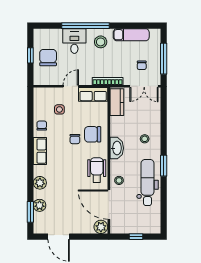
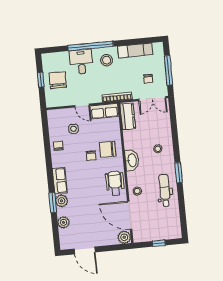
door: (71, 86) -> (82, 105), swing flipped
row of seats: (40, 151) -> (60, 181), moved
dental chair: (148, 183) -> (165, 190), width x0.73, depth x0.72
window: (30, 212) -> (53, 203), moved

